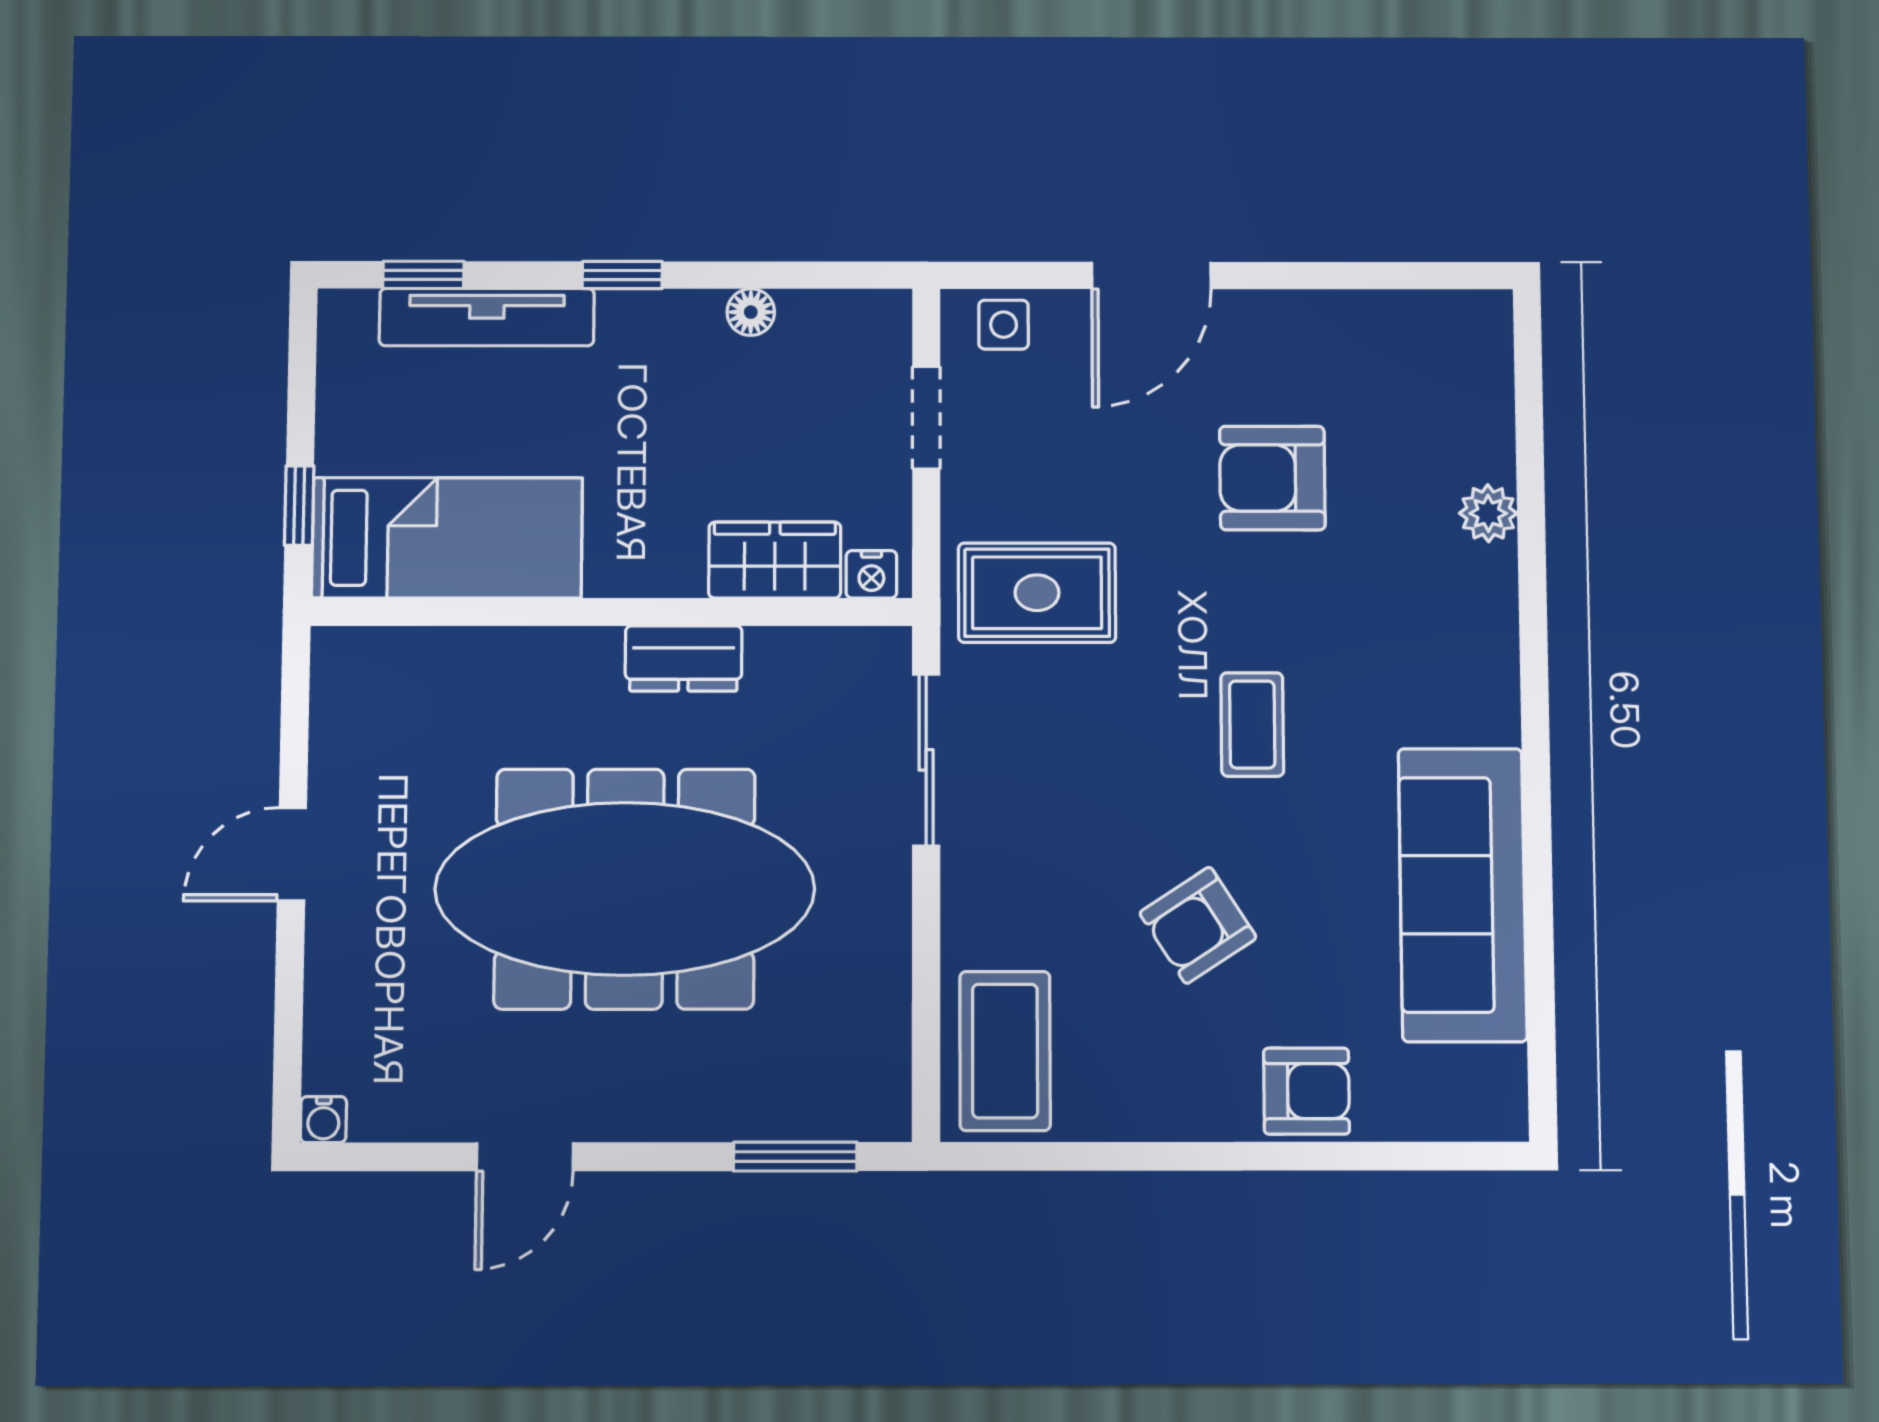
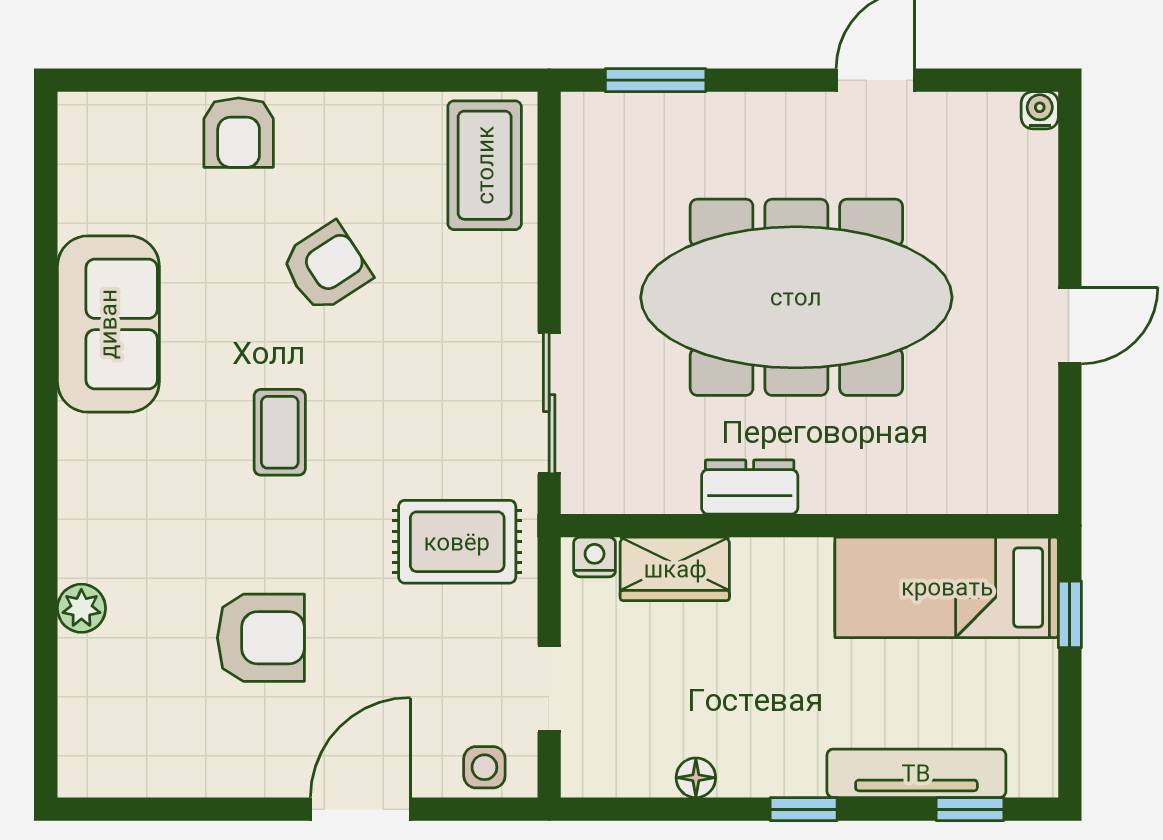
sofa: (1462, 895) -> (108, 324), width x0.73
armchair: (1306, 1091) -> (239, 133), turned -90

